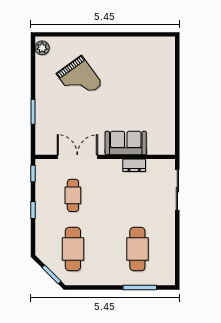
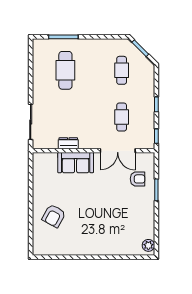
grand piano: (79, 79) -> (116, 218), removed
armchair: (151, 82) -> (54, 216), added
armchair: (55, 124) -> (138, 179), added
cafe table: (73, 249) -> (122, 70), width x0.73, depth x0.74

